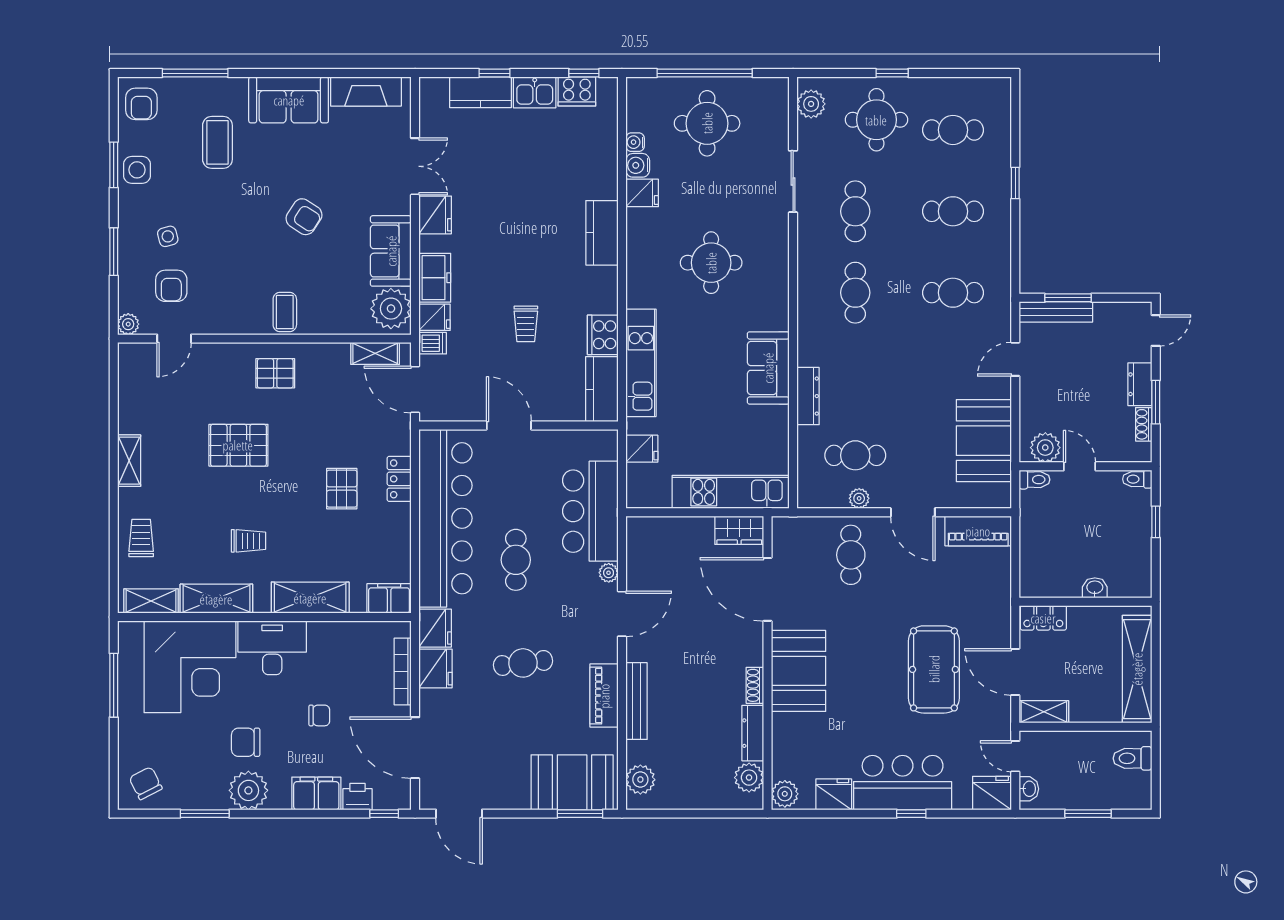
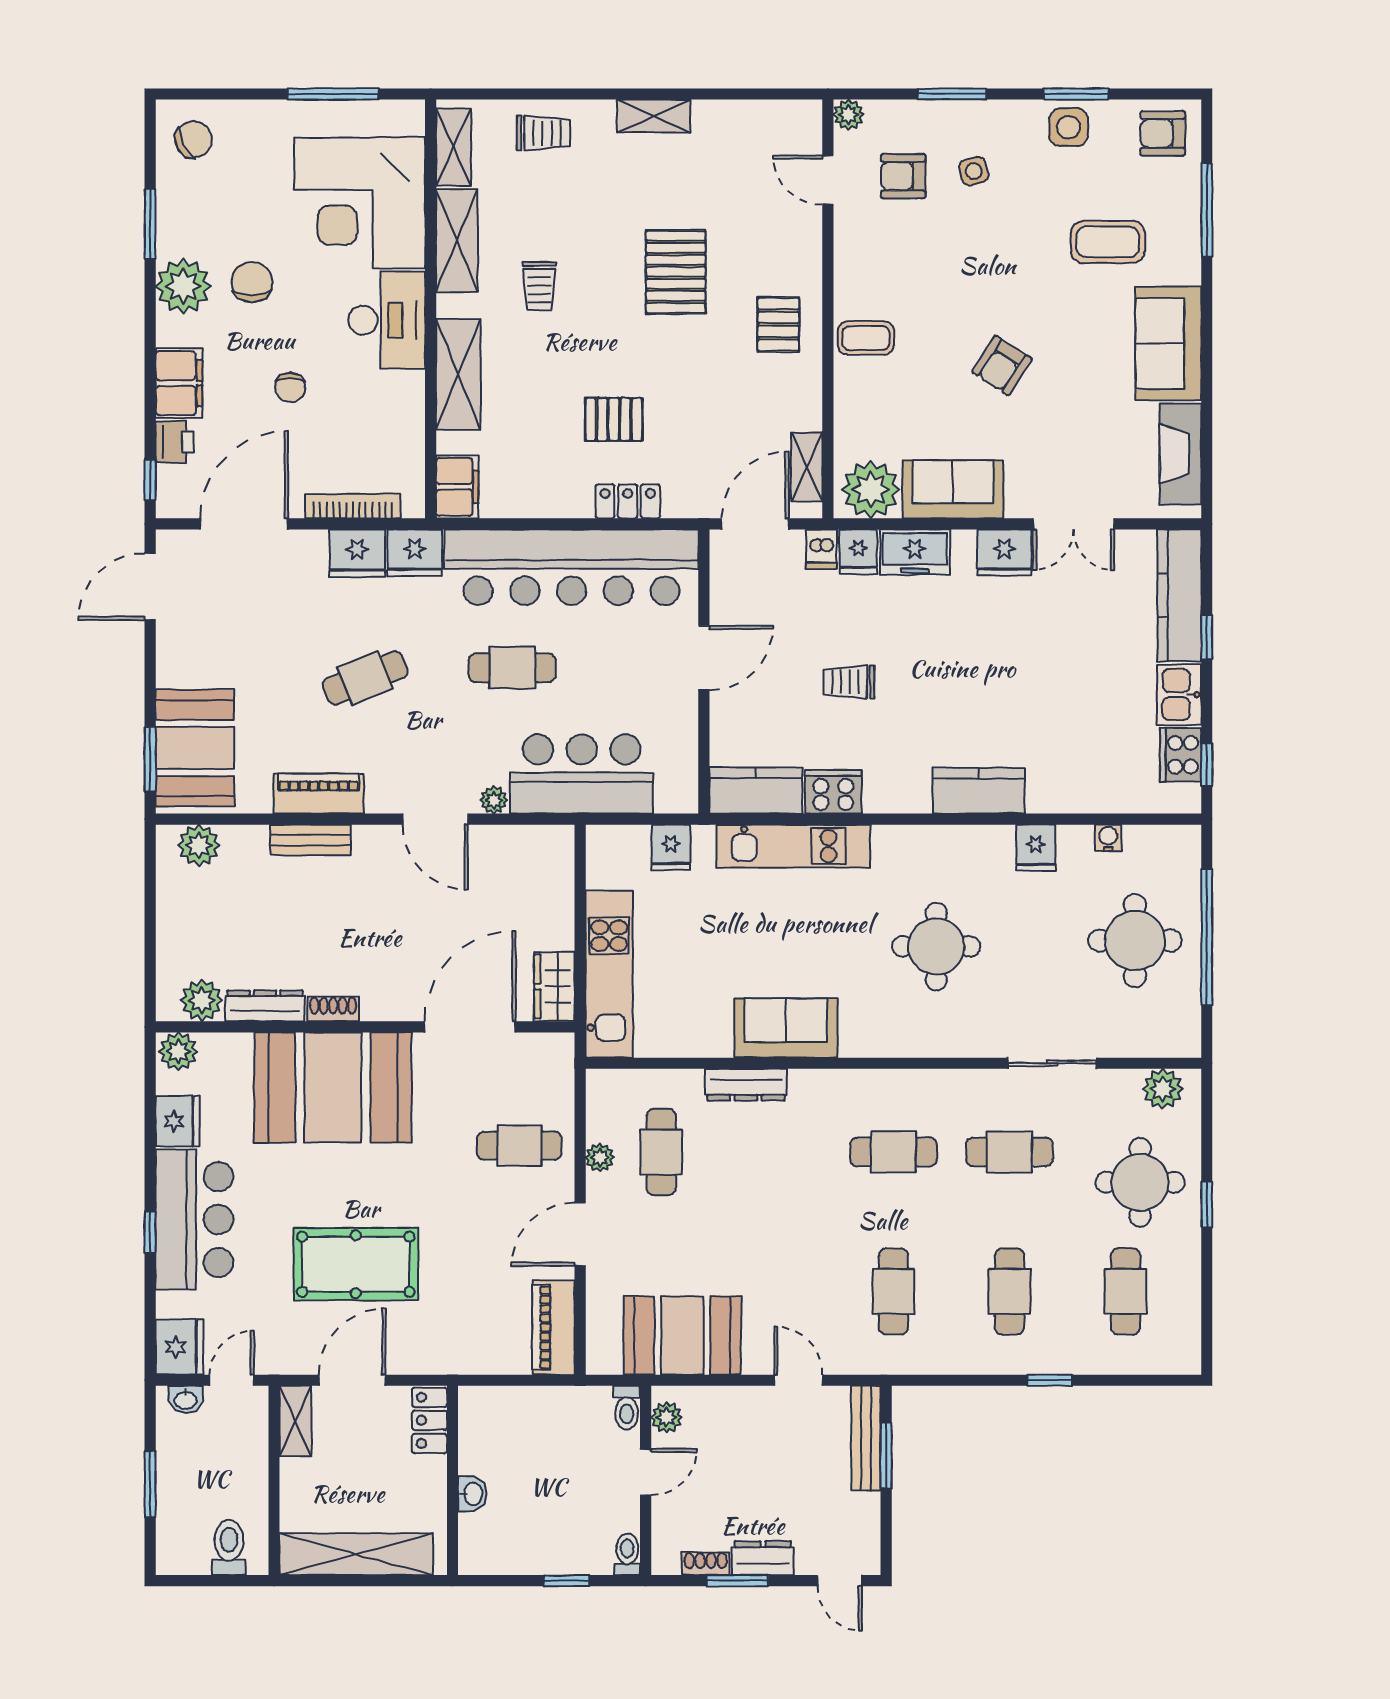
kitchen counter: (480, 92) -> (1179, 595), width x1.50
water cooler: (638, 165) -> (1075, 842), removed
plant: (1045, 448) -> (667, 1417), width x0.73, depth x0.73
cafe table: (523, 663) -> (365, 678), turned 75
booth: (798, 671) -> (333, 1087), width x1.36, depth x1.42
bench: (636, 701) -> (311, 840), width x0.73

